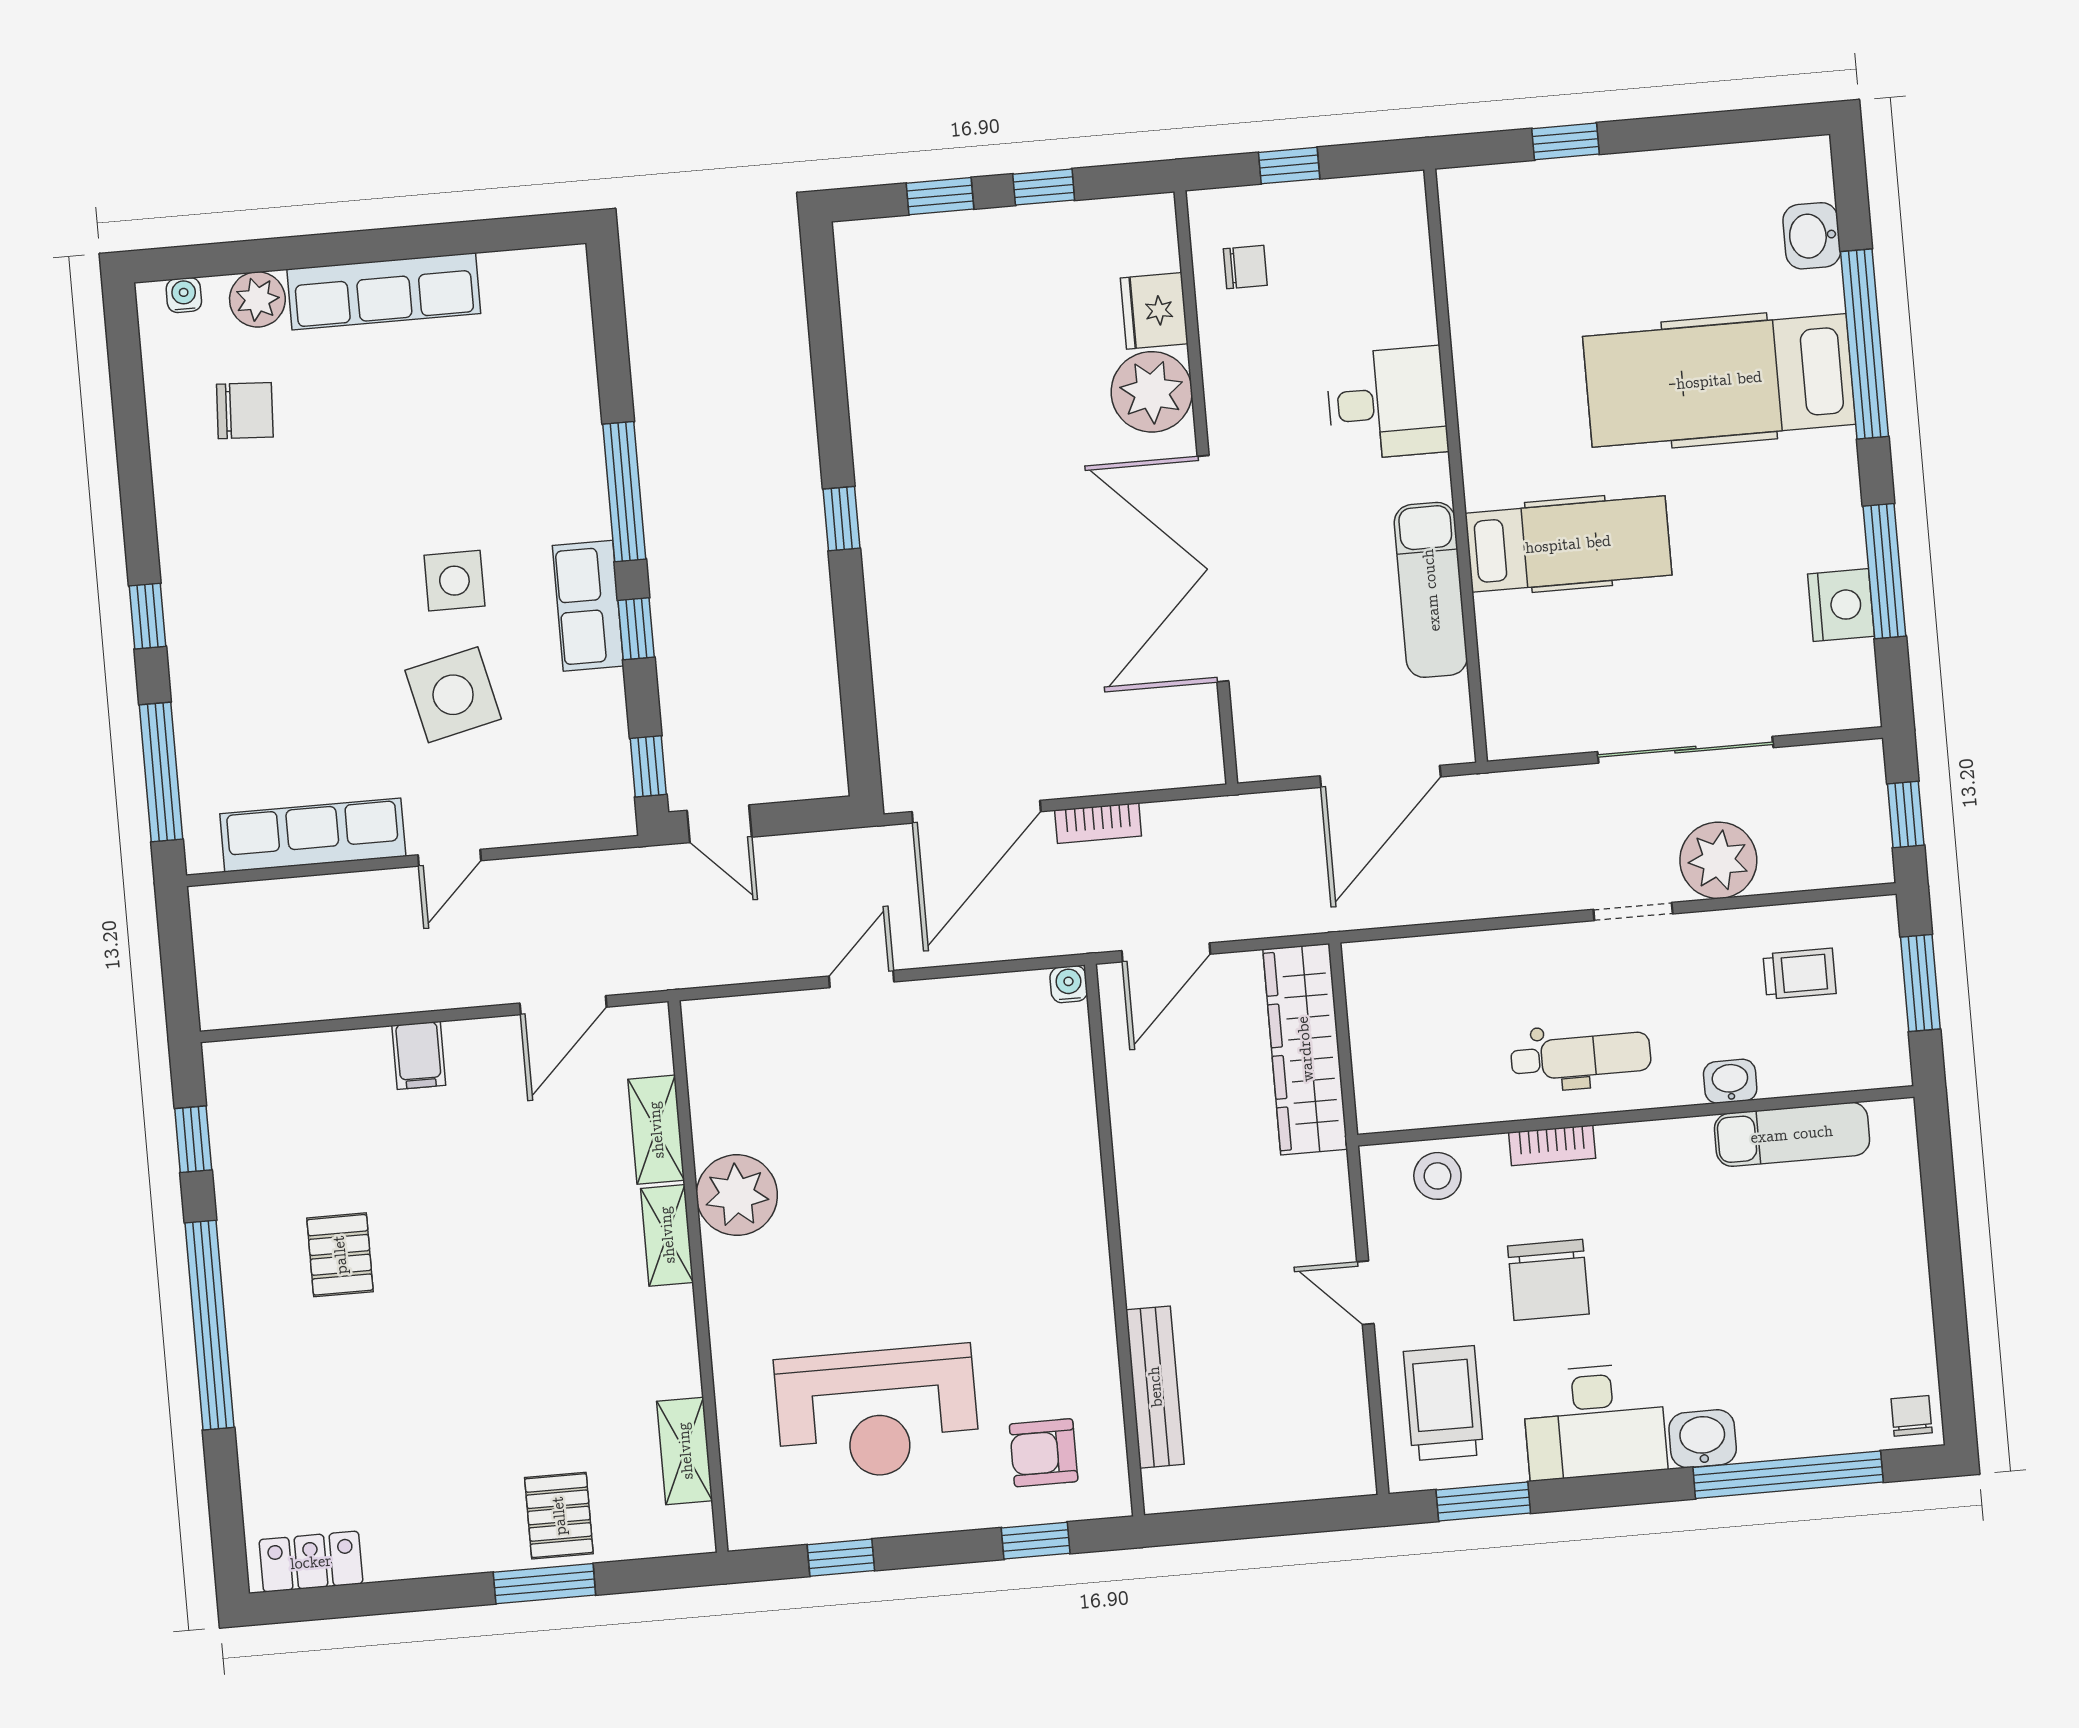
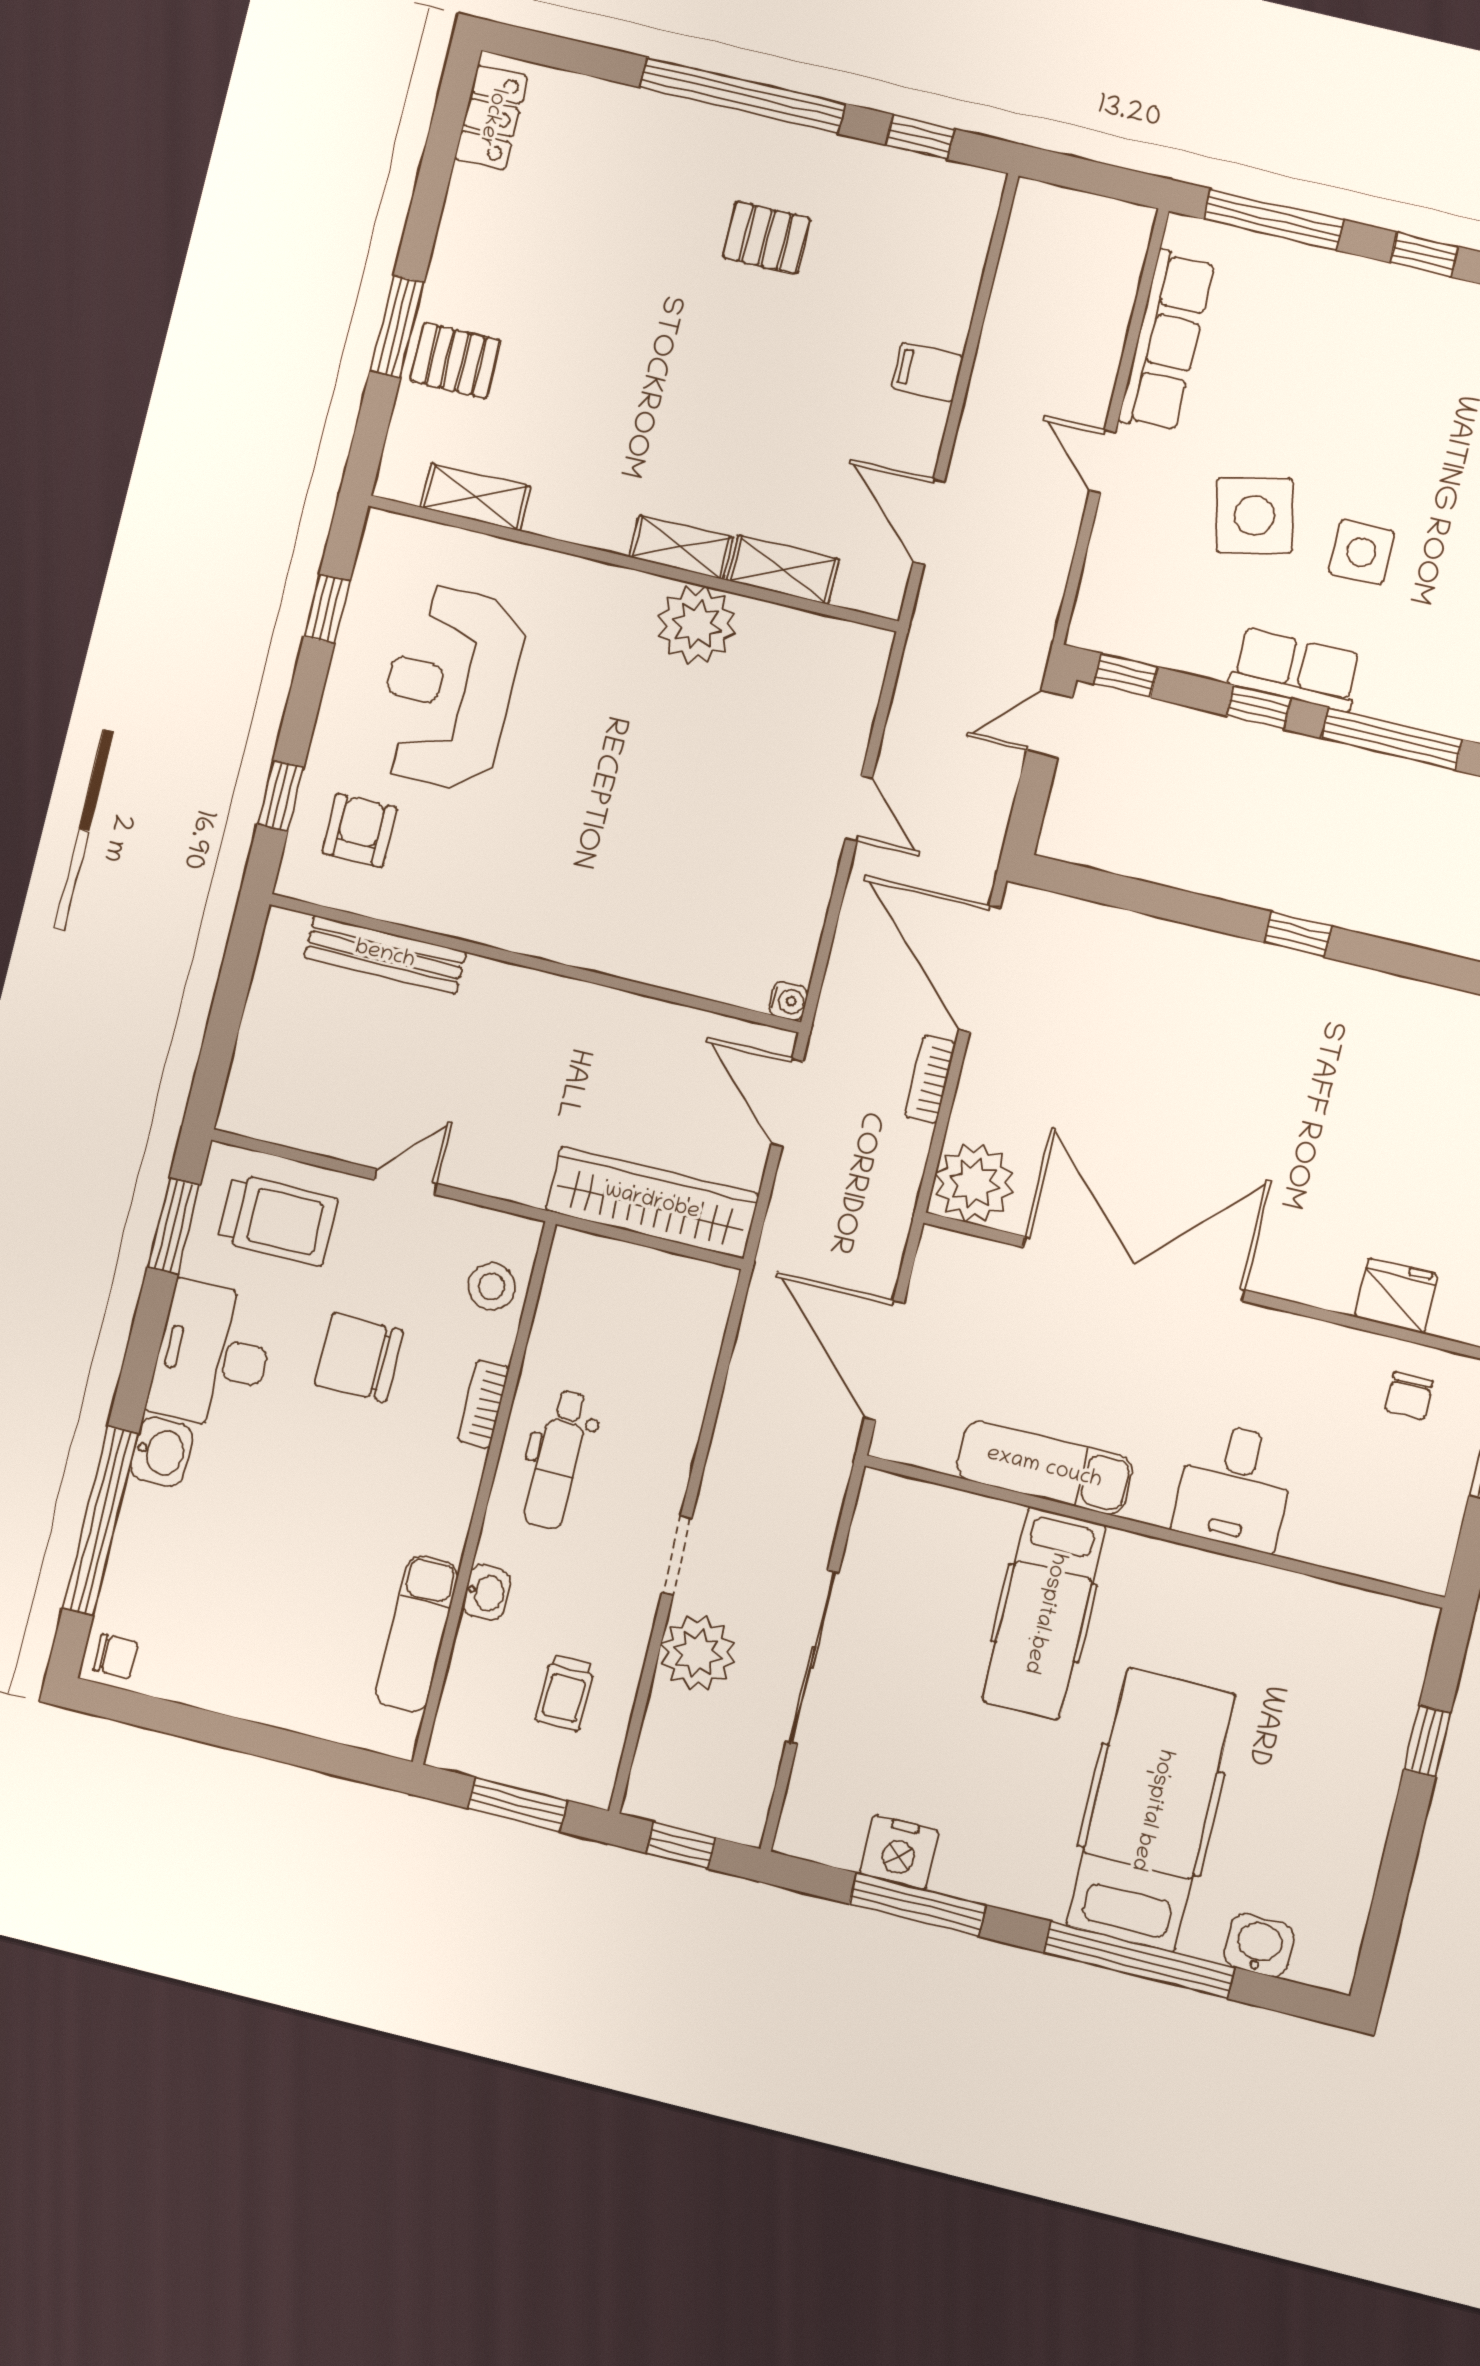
plant: (1152, 392) -> (974, 1183), moved

